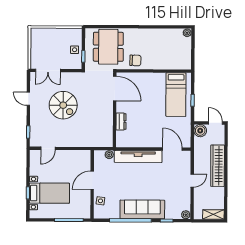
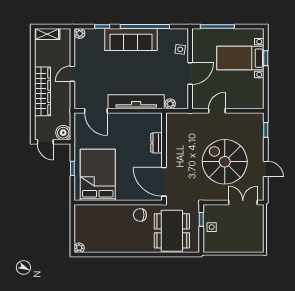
bed: (176, 95) -> (98, 175), width x1.50
spiral stairs: (63, 105) -> (225, 162), width x1.37, depth x1.37
door: (48, 148) -> (217, 111), moved

